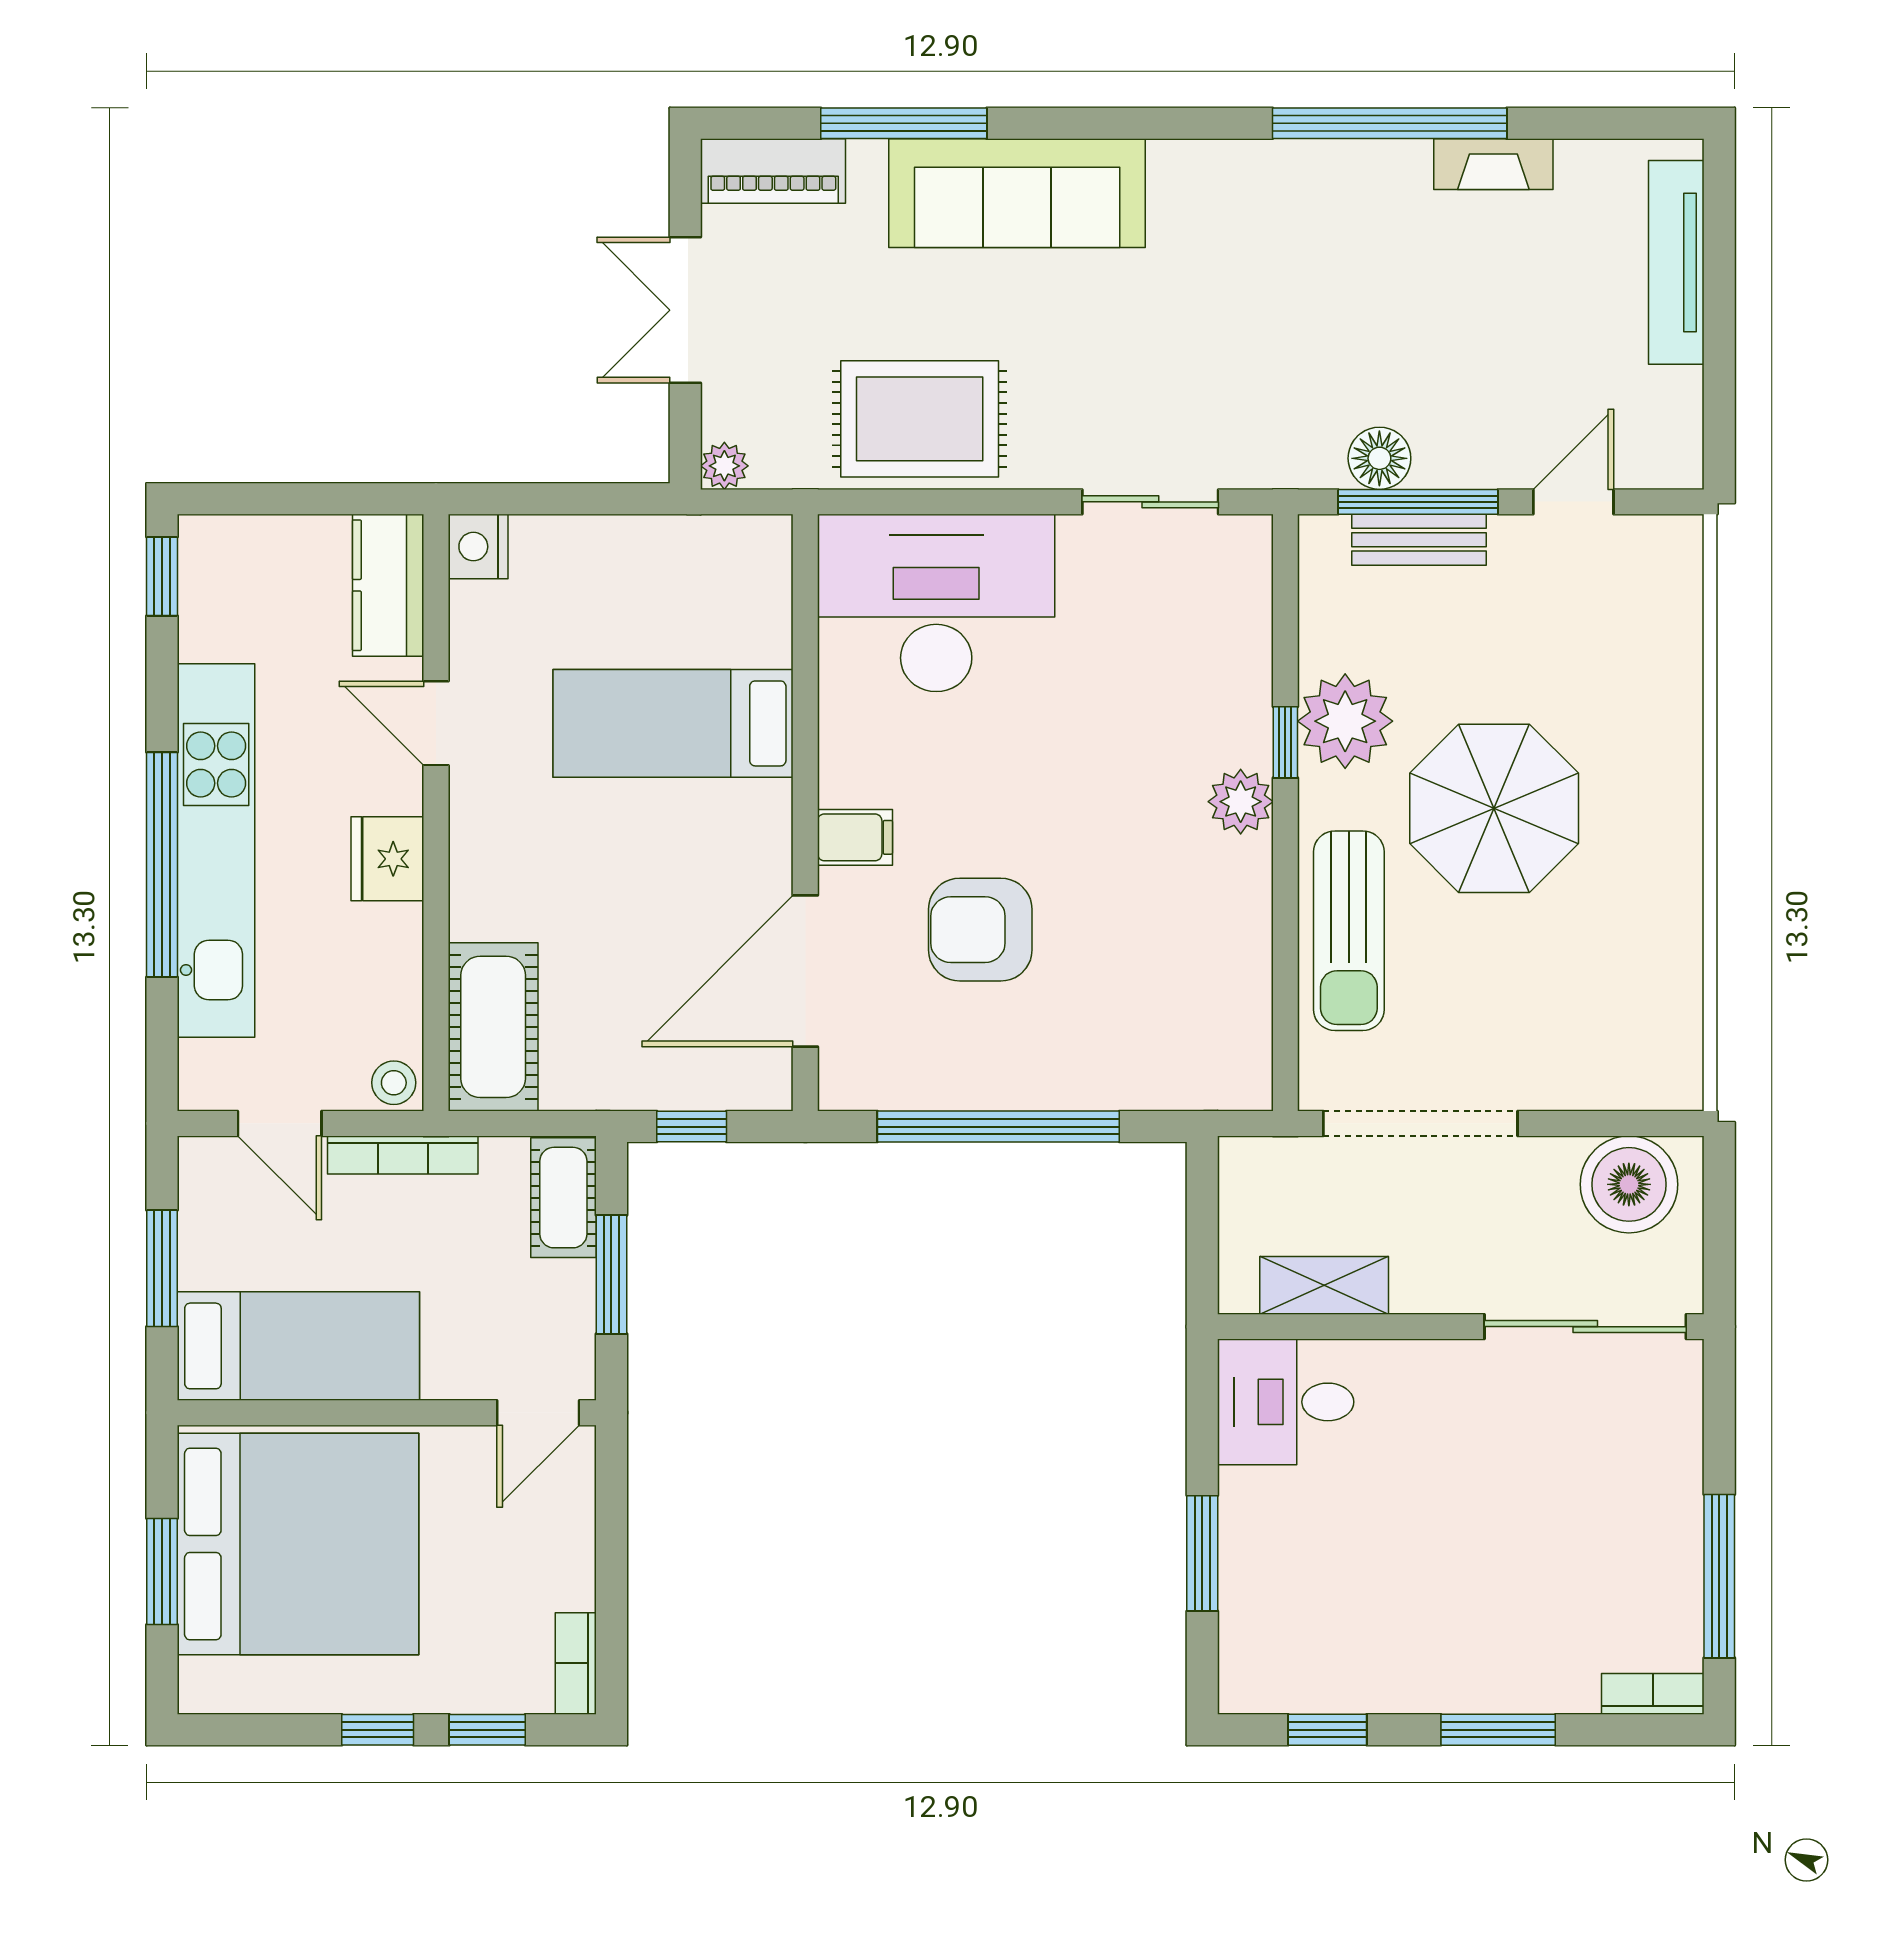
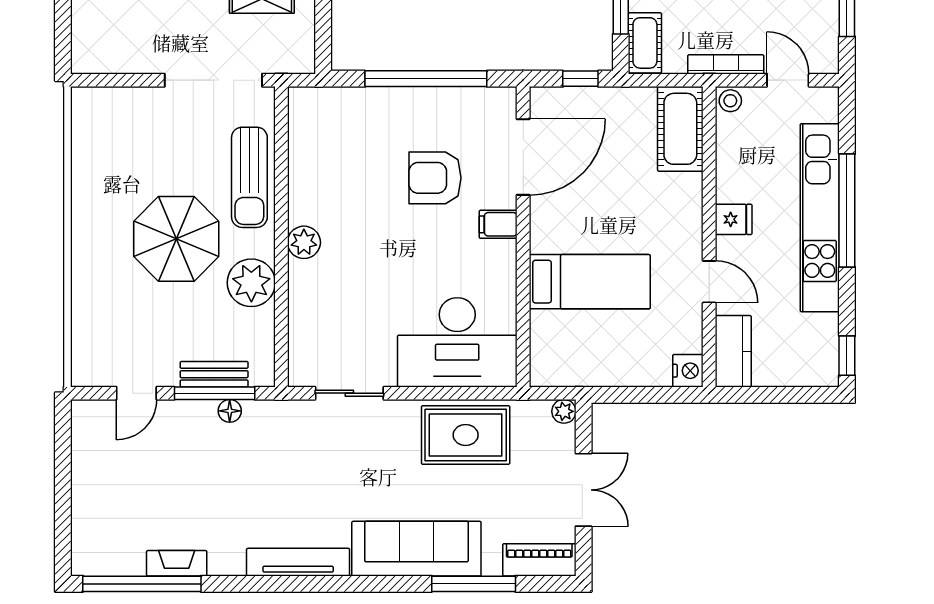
window: (1390, 123) -> (142, 584), moved
tv unit: (1676, 262) -> (298, 562), moved, turned -90
floor lamp: (1379, 458) -> (230, 411), width x0.73, depth x0.73
window: (1285, 742) -> (281, 272), removed
fridge: (387, 859) -> (734, 219), width x0.72
armchair: (980, 930) -> (435, 178), turned 180
sun lounger: (1349, 931) -> (249, 177), turned 180
boiler: (1629, 1184) -> (108, 50), removed

